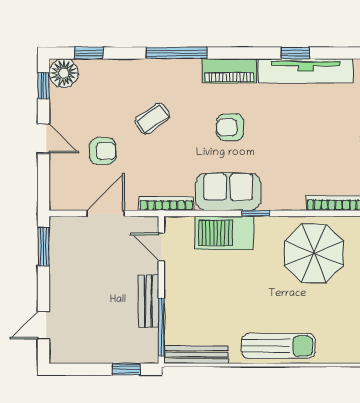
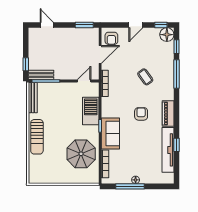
window: (177, 53) -> (176, 74), moved
armchair: (103, 151) -> (111, 38), moved
sofa: (228, 192) -> (110, 134), moved
door: (106, 213) -> (100, 55), hinge flipped
bench: (148, 301) -> (41, 75), moved

